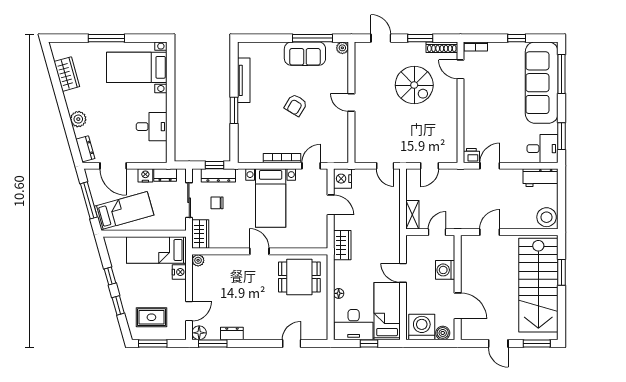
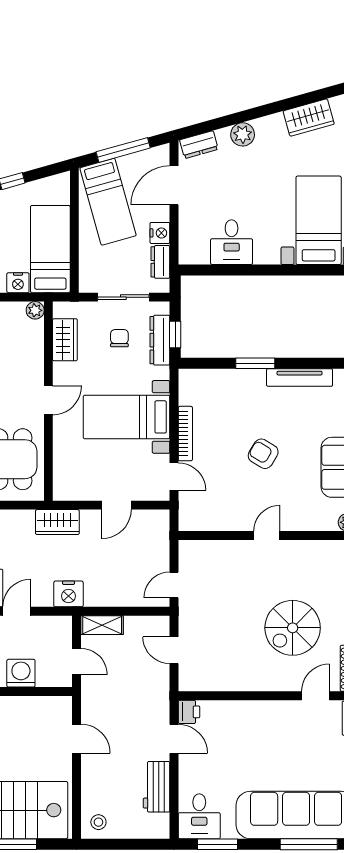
workbench: (541, 178) -> (157, 787), moved
nightstand: (343, 179) -> (69, 594), moved, turned 180
stool: (547, 217) -> (98, 822), width x0.53, depth x0.53
wardrobe: (200, 234) -> (65, 340), moved, turned -90

